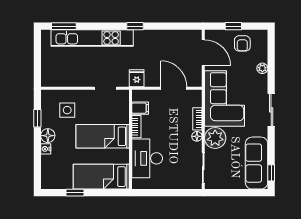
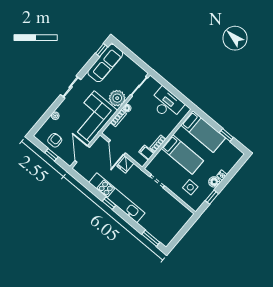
kitchen unit: (92, 38) -> (117, 198), moved
fridge: (137, 78) -> (125, 165), moved
desk: (147, 158) -> (166, 104), moved, turned -90

